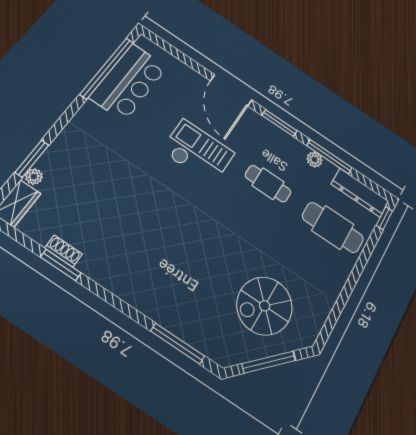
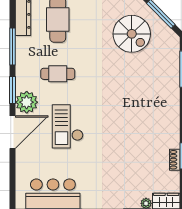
plant: (314, 160) -> (27, 102), moved, width x1.88, depth x1.88
cafe table: (268, 184) -> (58, 74), turned 90

